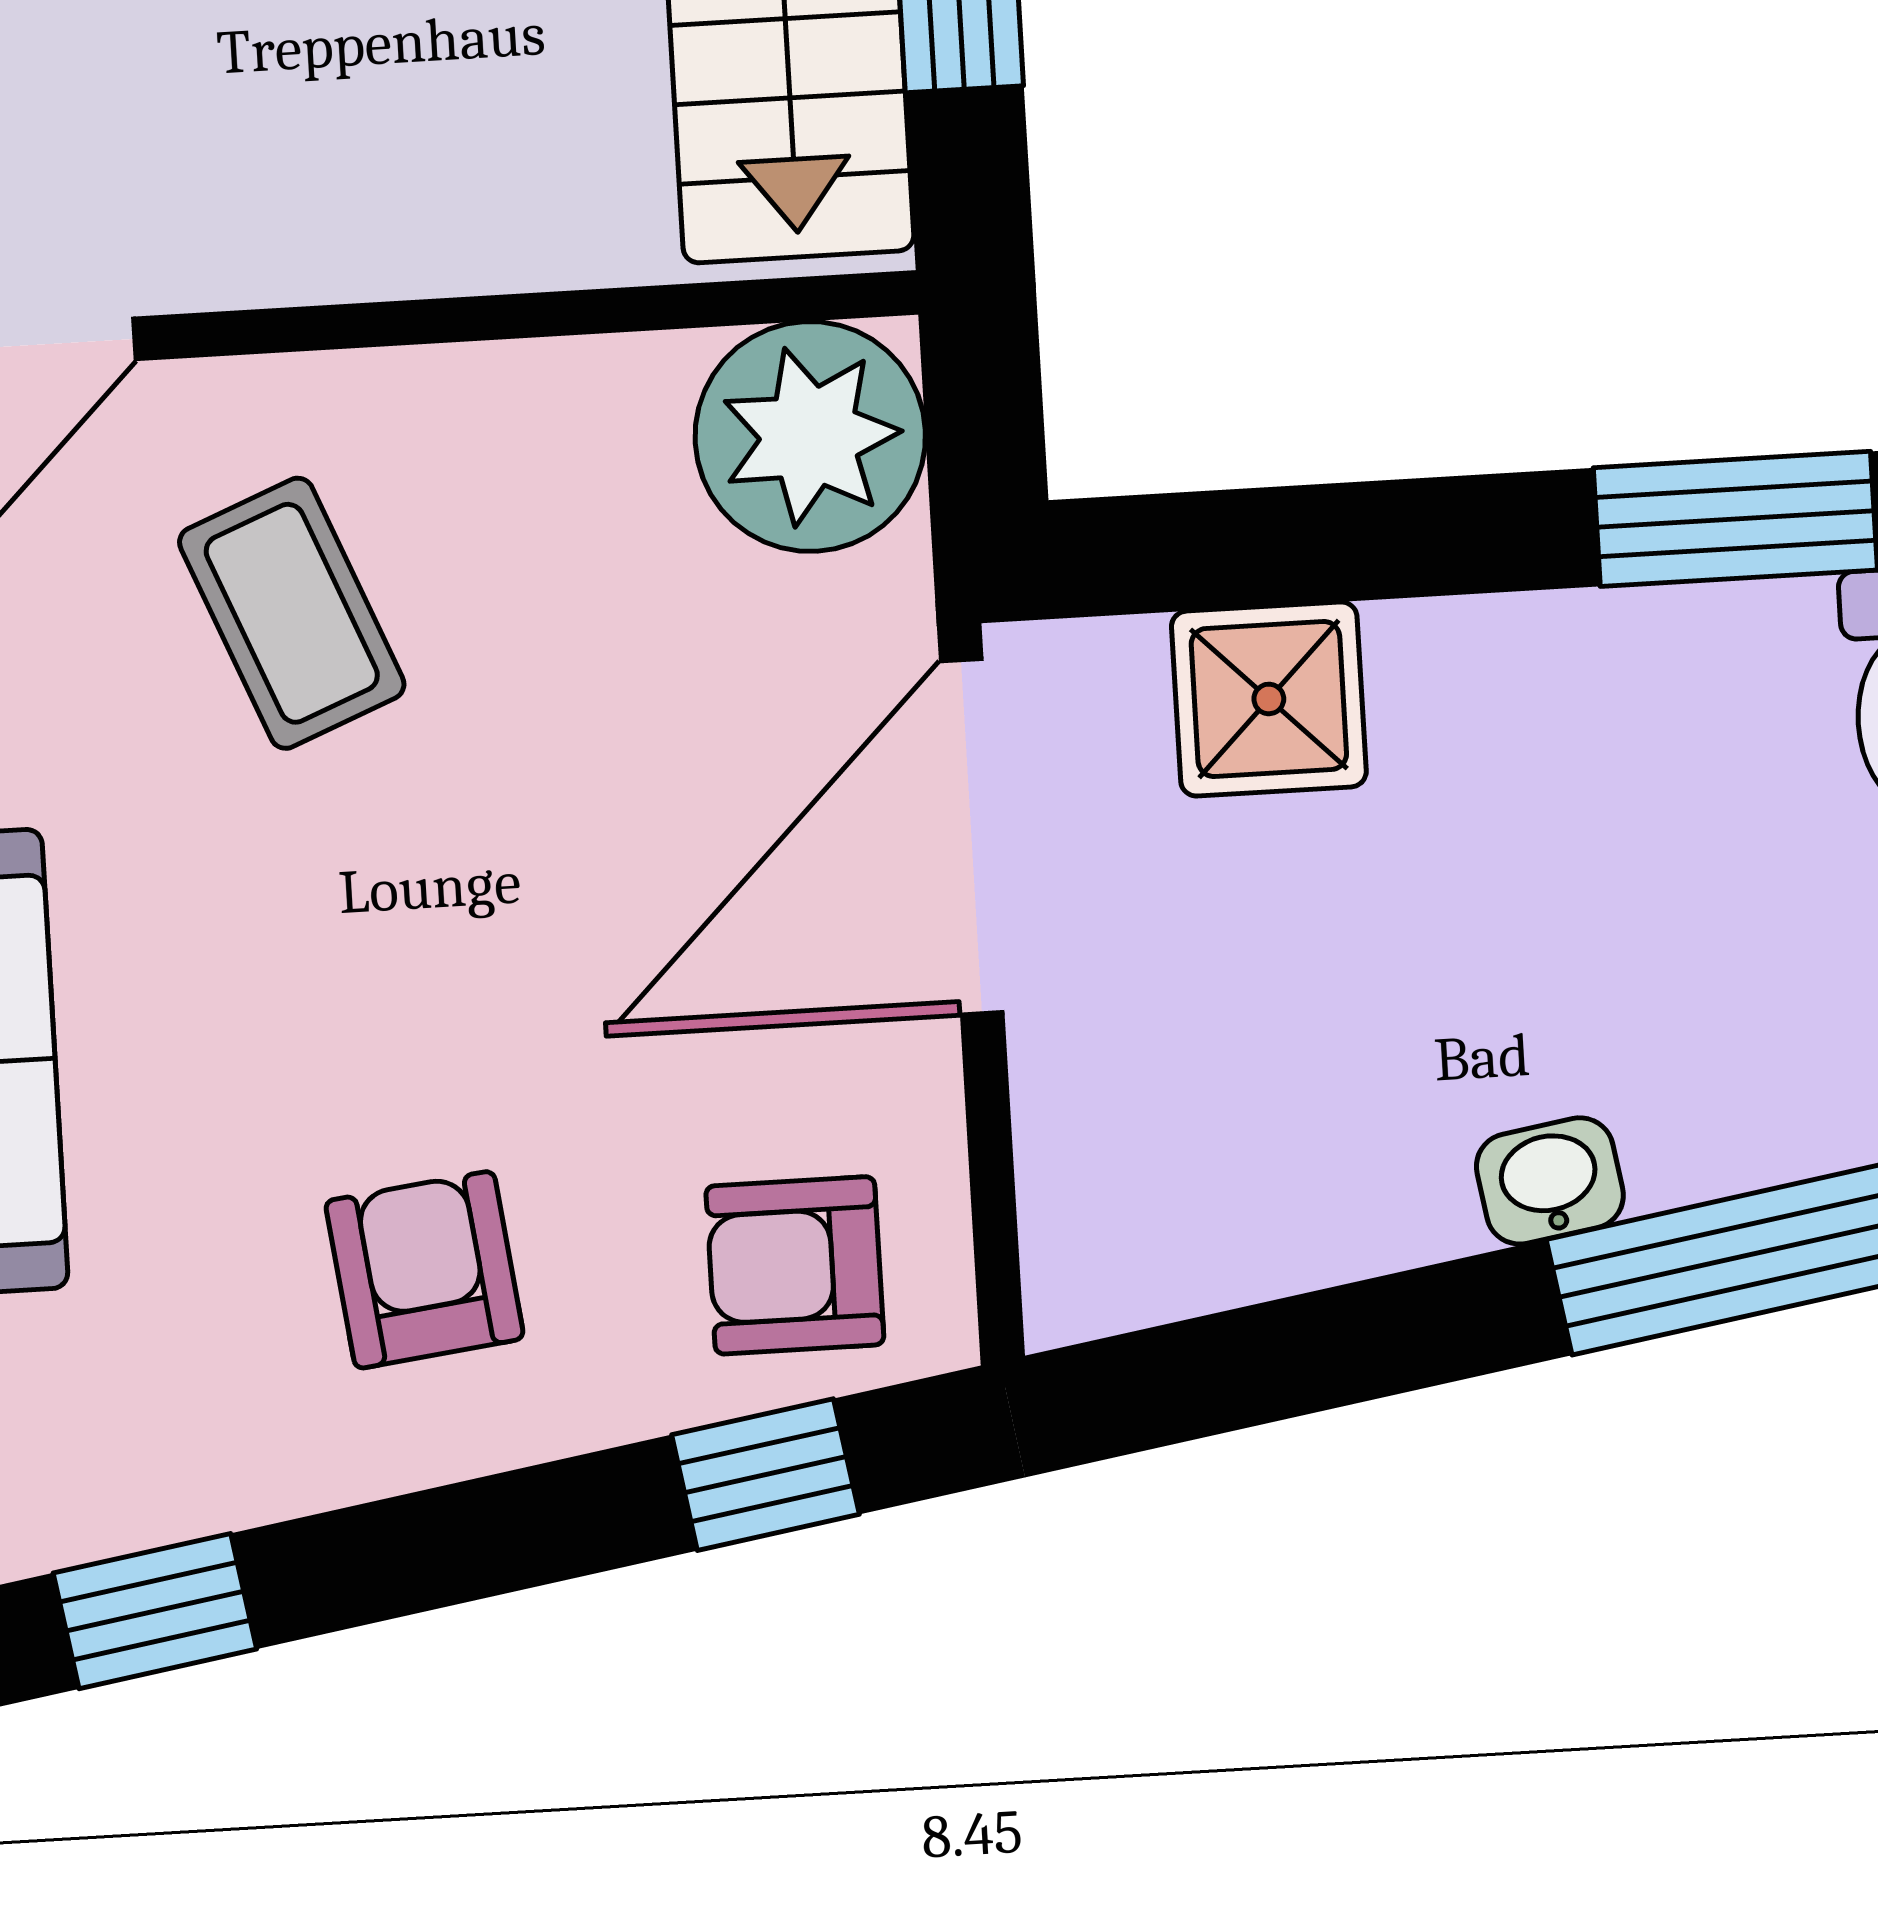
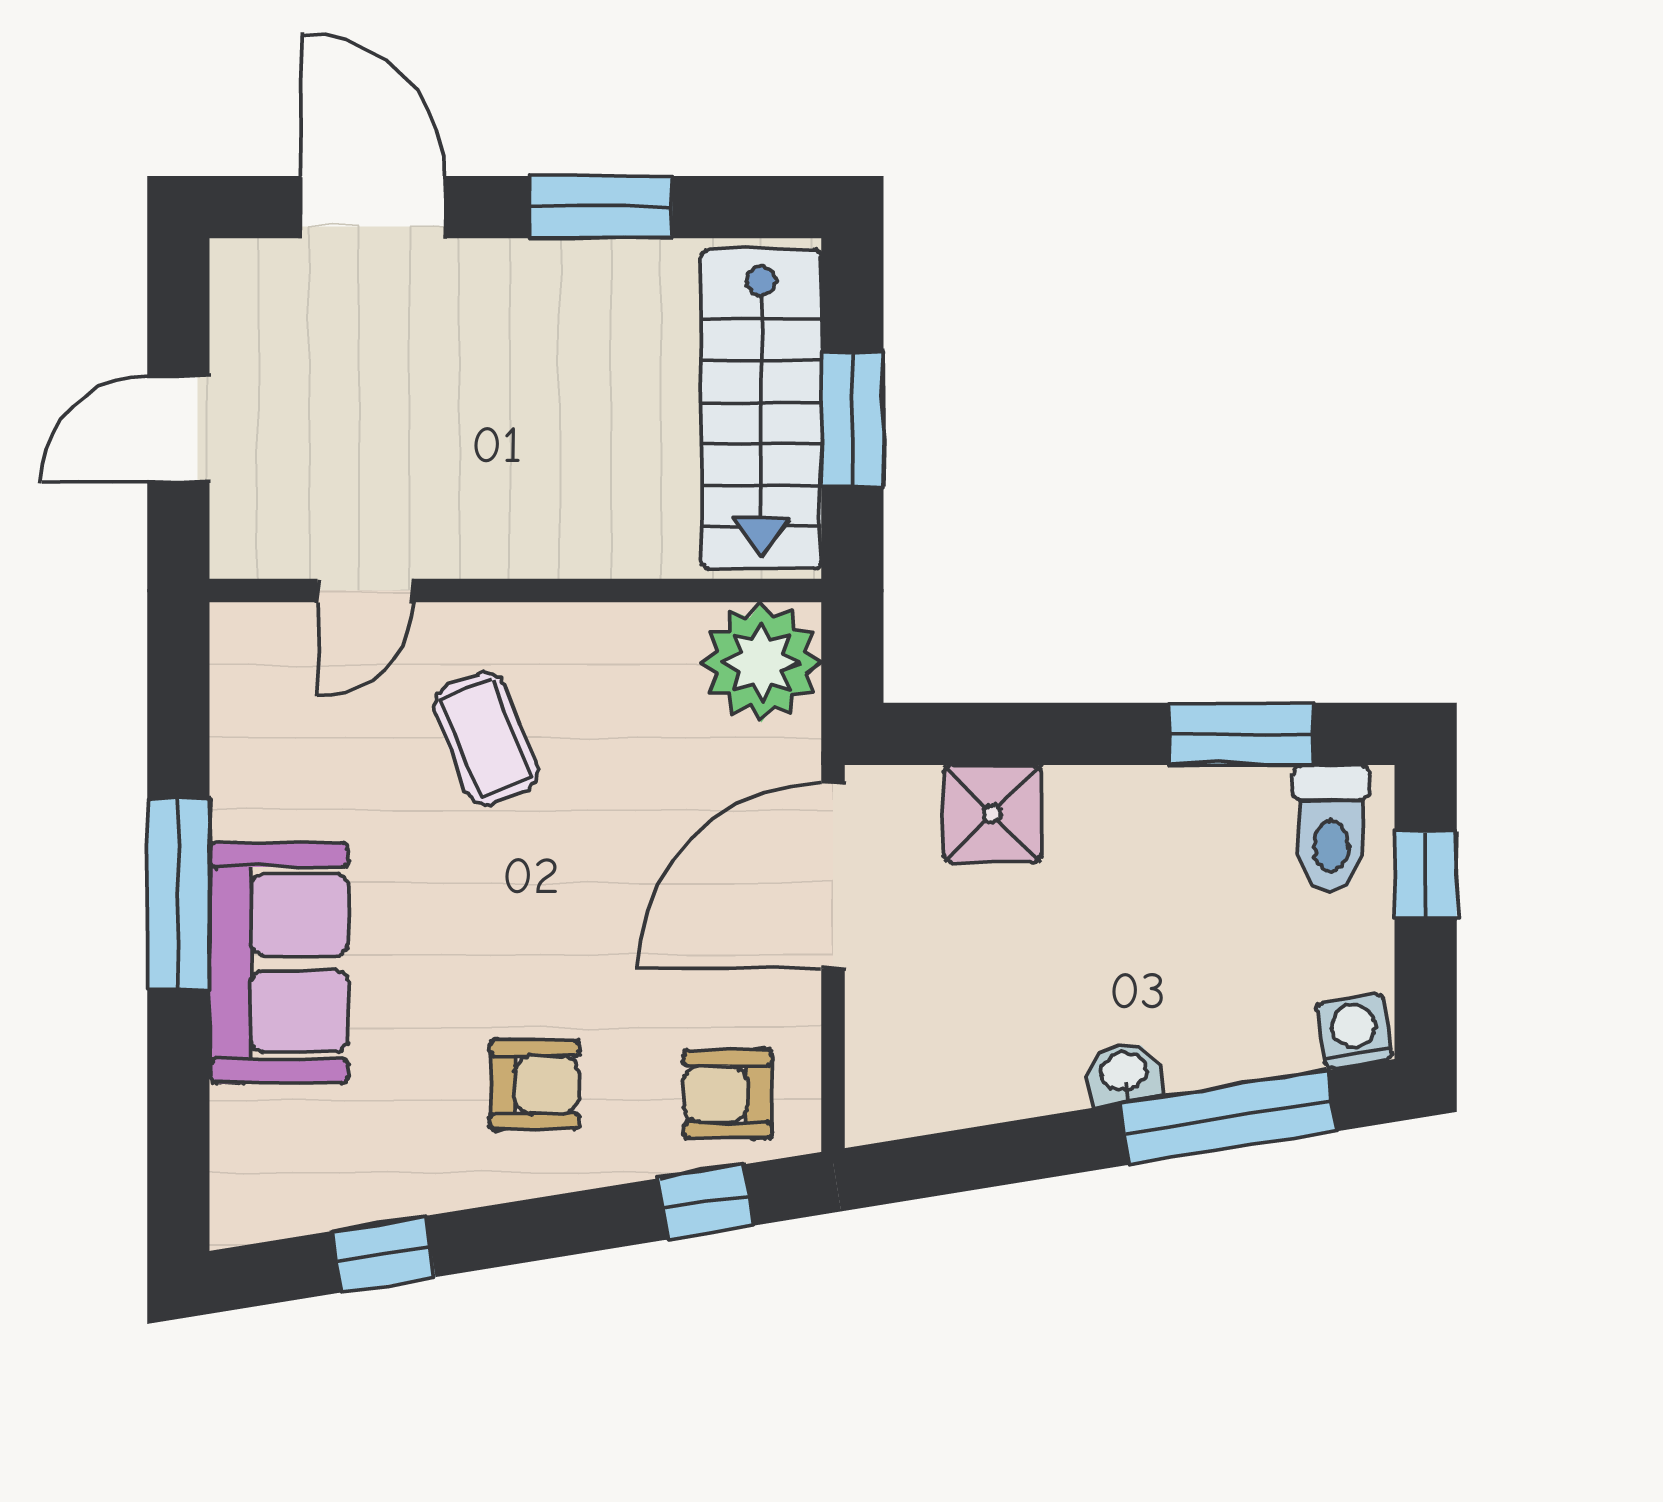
armchair: (425, 1270) -> (535, 1085), turned 97

